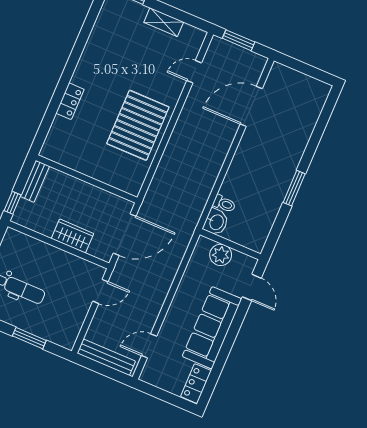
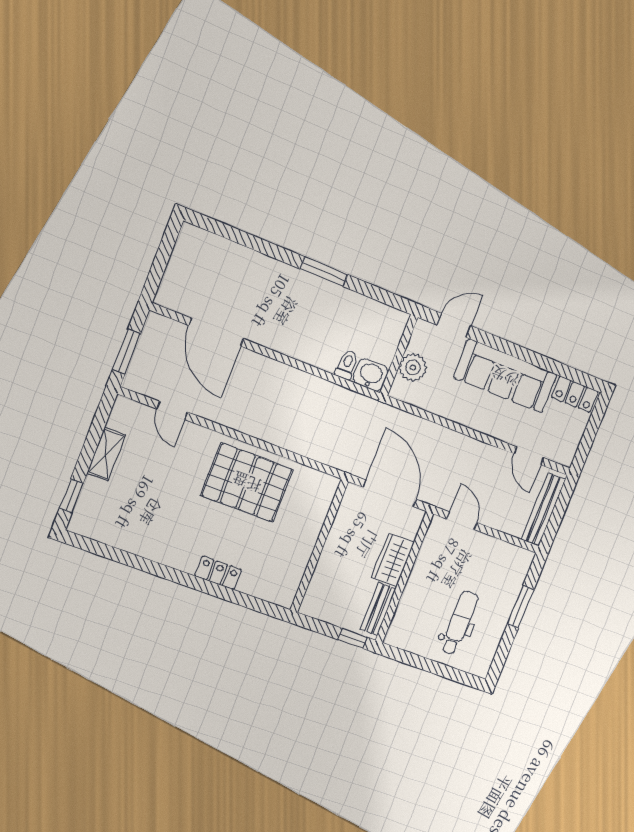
bench: (35, 181) -> (378, 609), moved, turned 90

